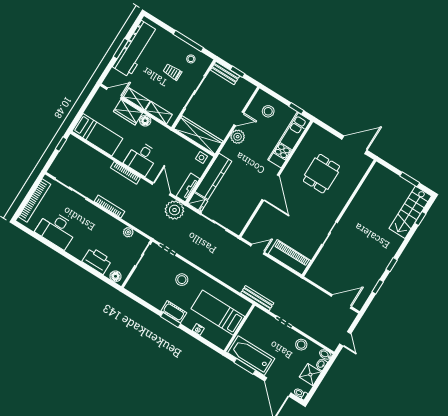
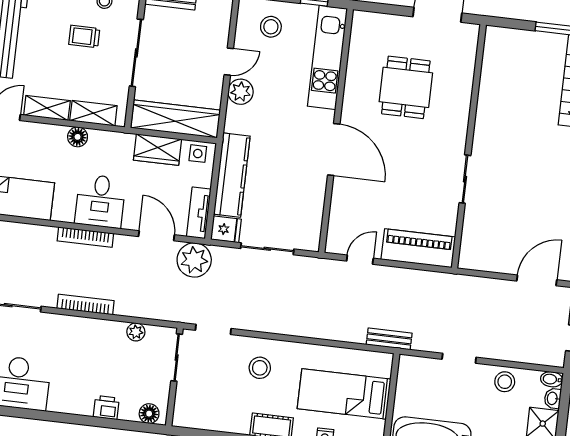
wardrobe: (128, 112) -> (157, 150), moved
printer: (97, 261) -> (106, 408), width x0.53, depth x0.68
bench: (257, 298) -> (389, 339), width x0.73

